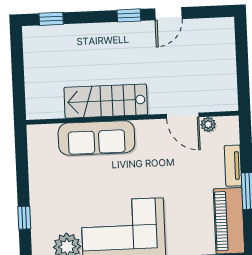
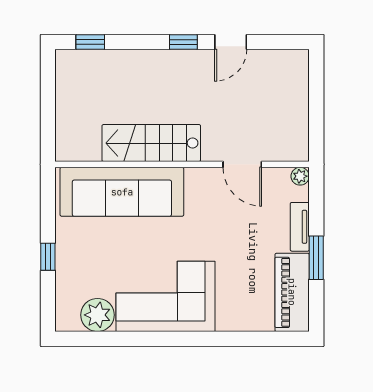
plant: (208, 124) -> (300, 176), moved
sofa: (96, 138) -> (122, 192), width x1.36, depth x1.27
window: (24, 218) -> (48, 257), moved

